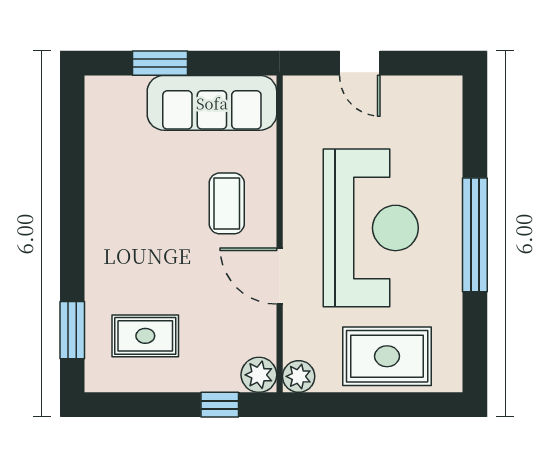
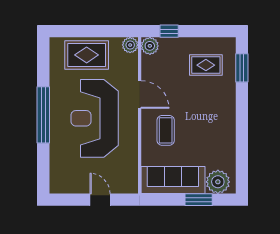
plant: (121, 99) -> (218, 182), added

